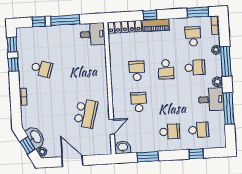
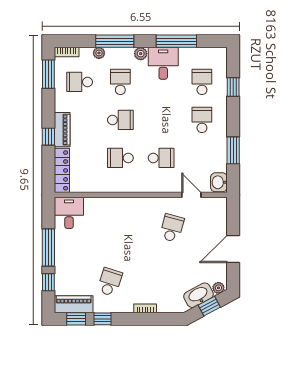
piano: (23, 42) -> (74, 304), added
school desk: (139, 102) -> (161, 158), turned 180
school desk: (86, 113) -> (172, 228), width x0.54

